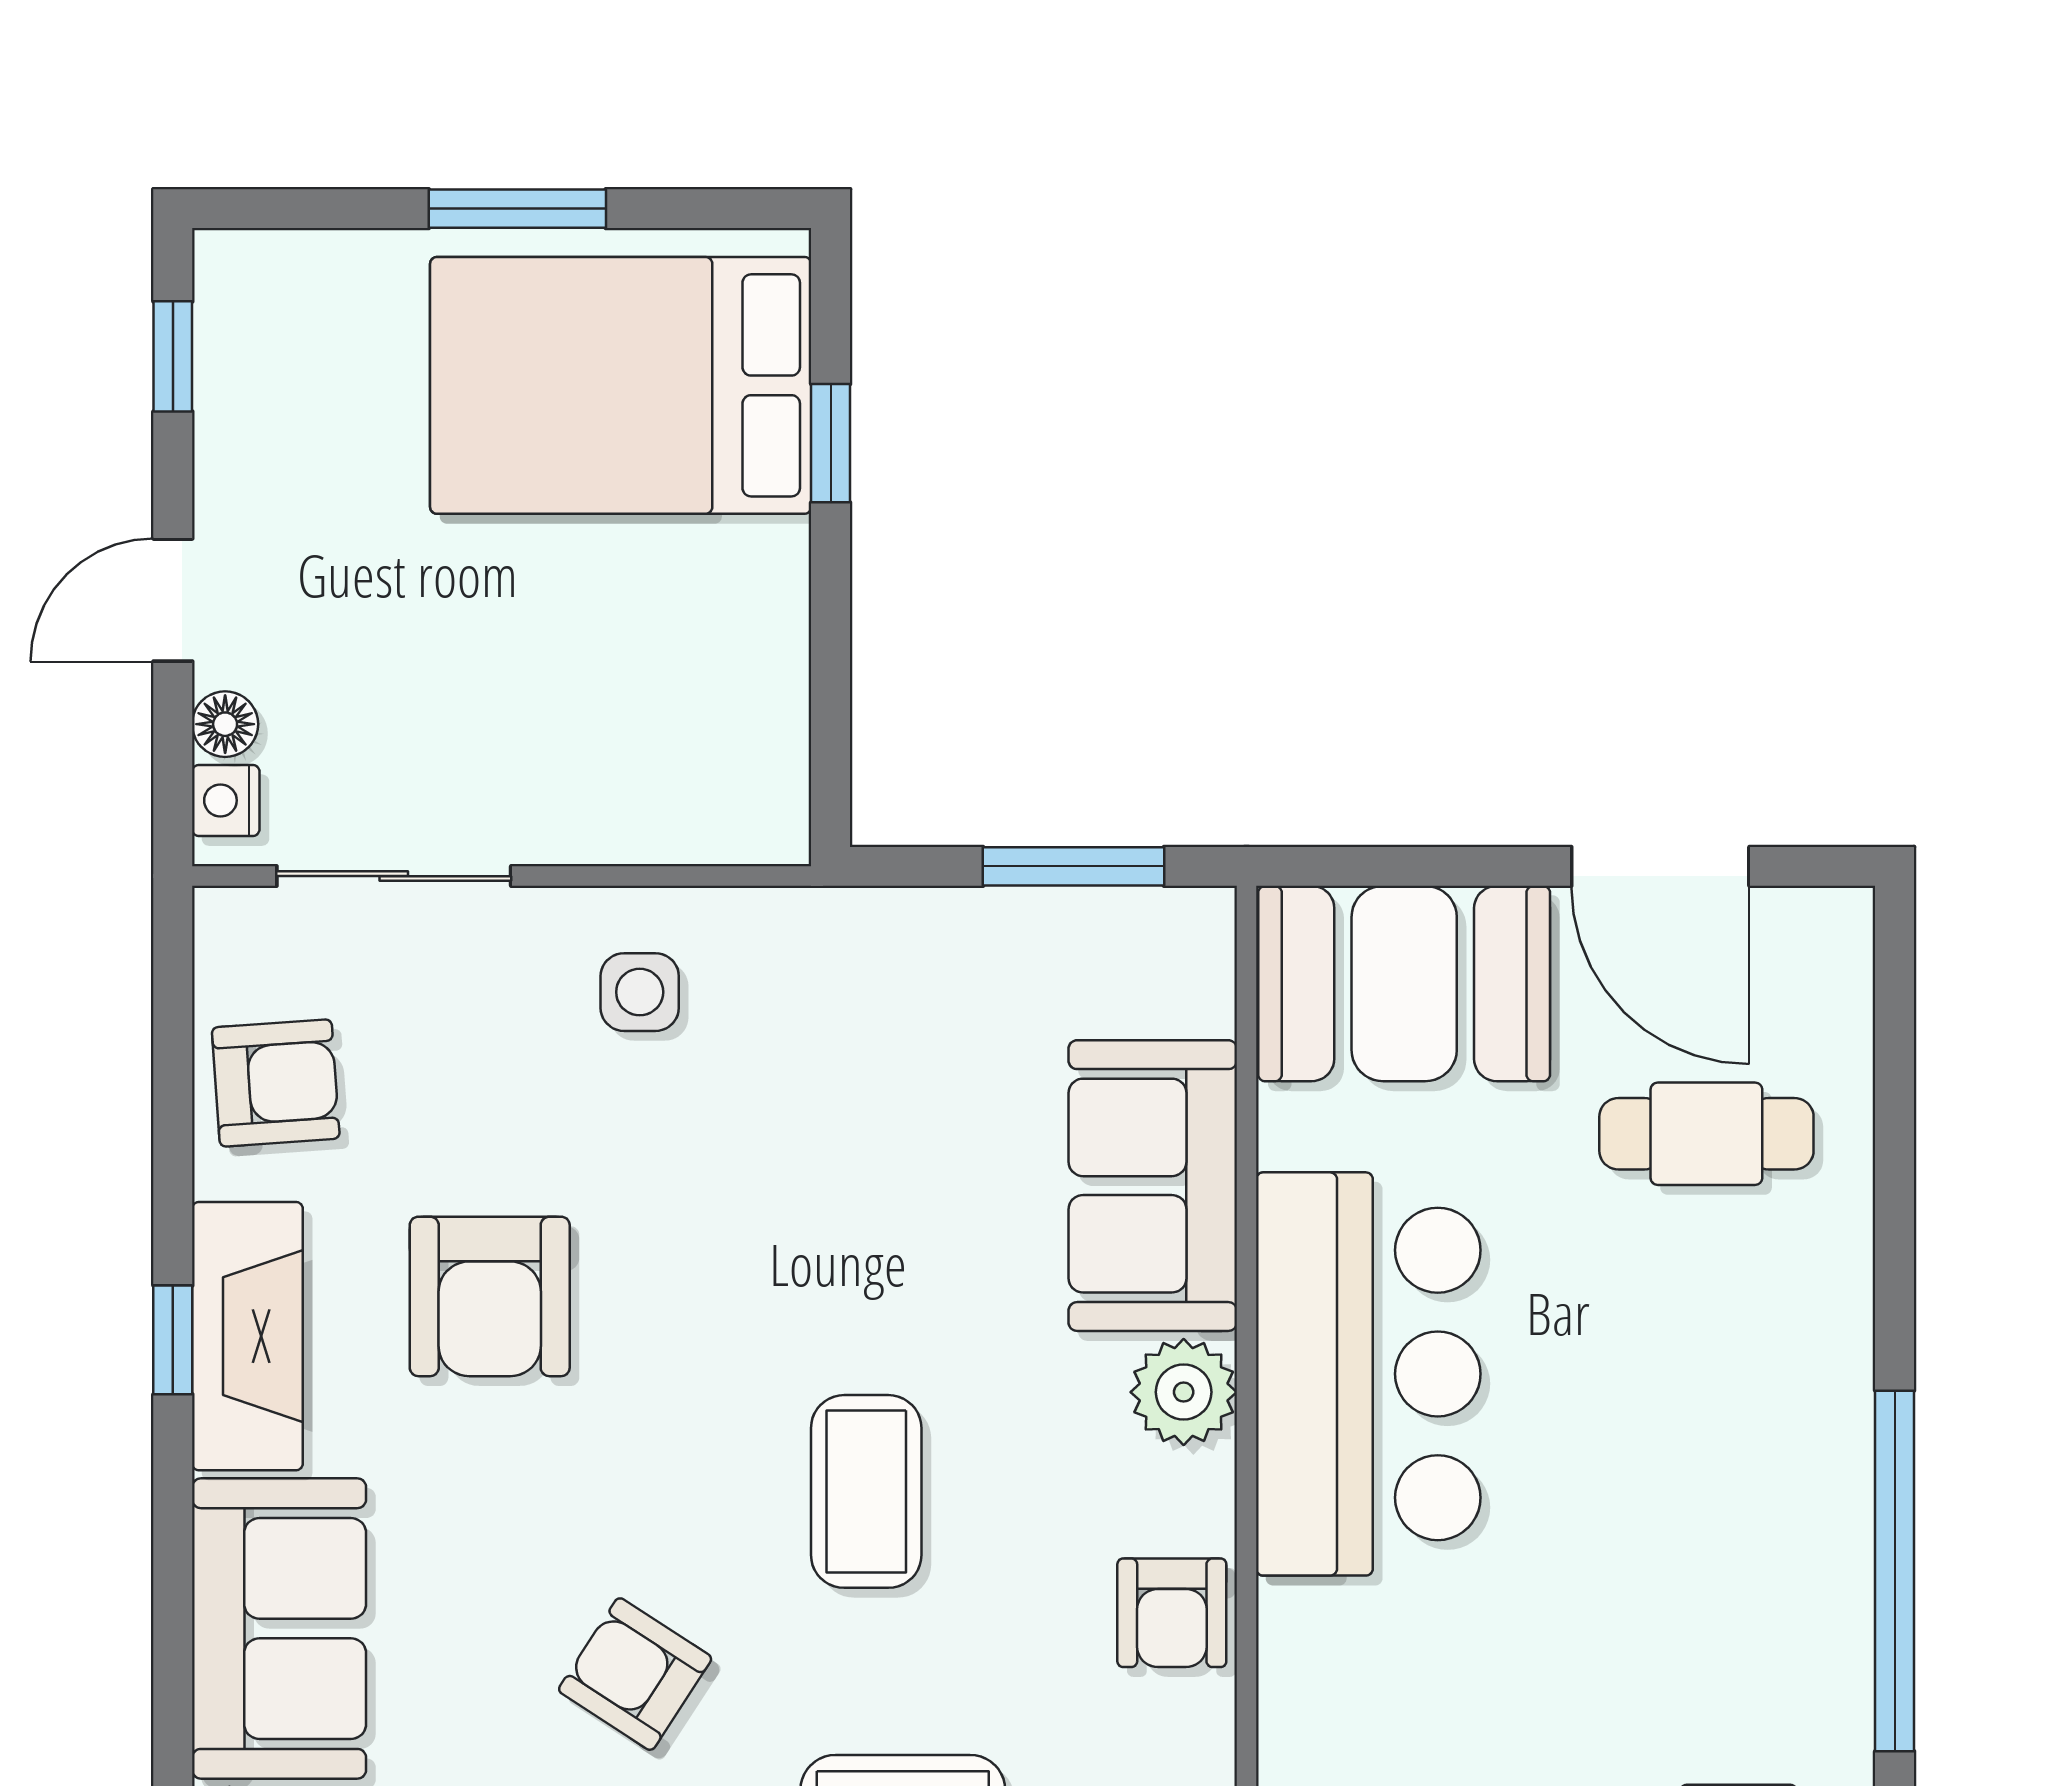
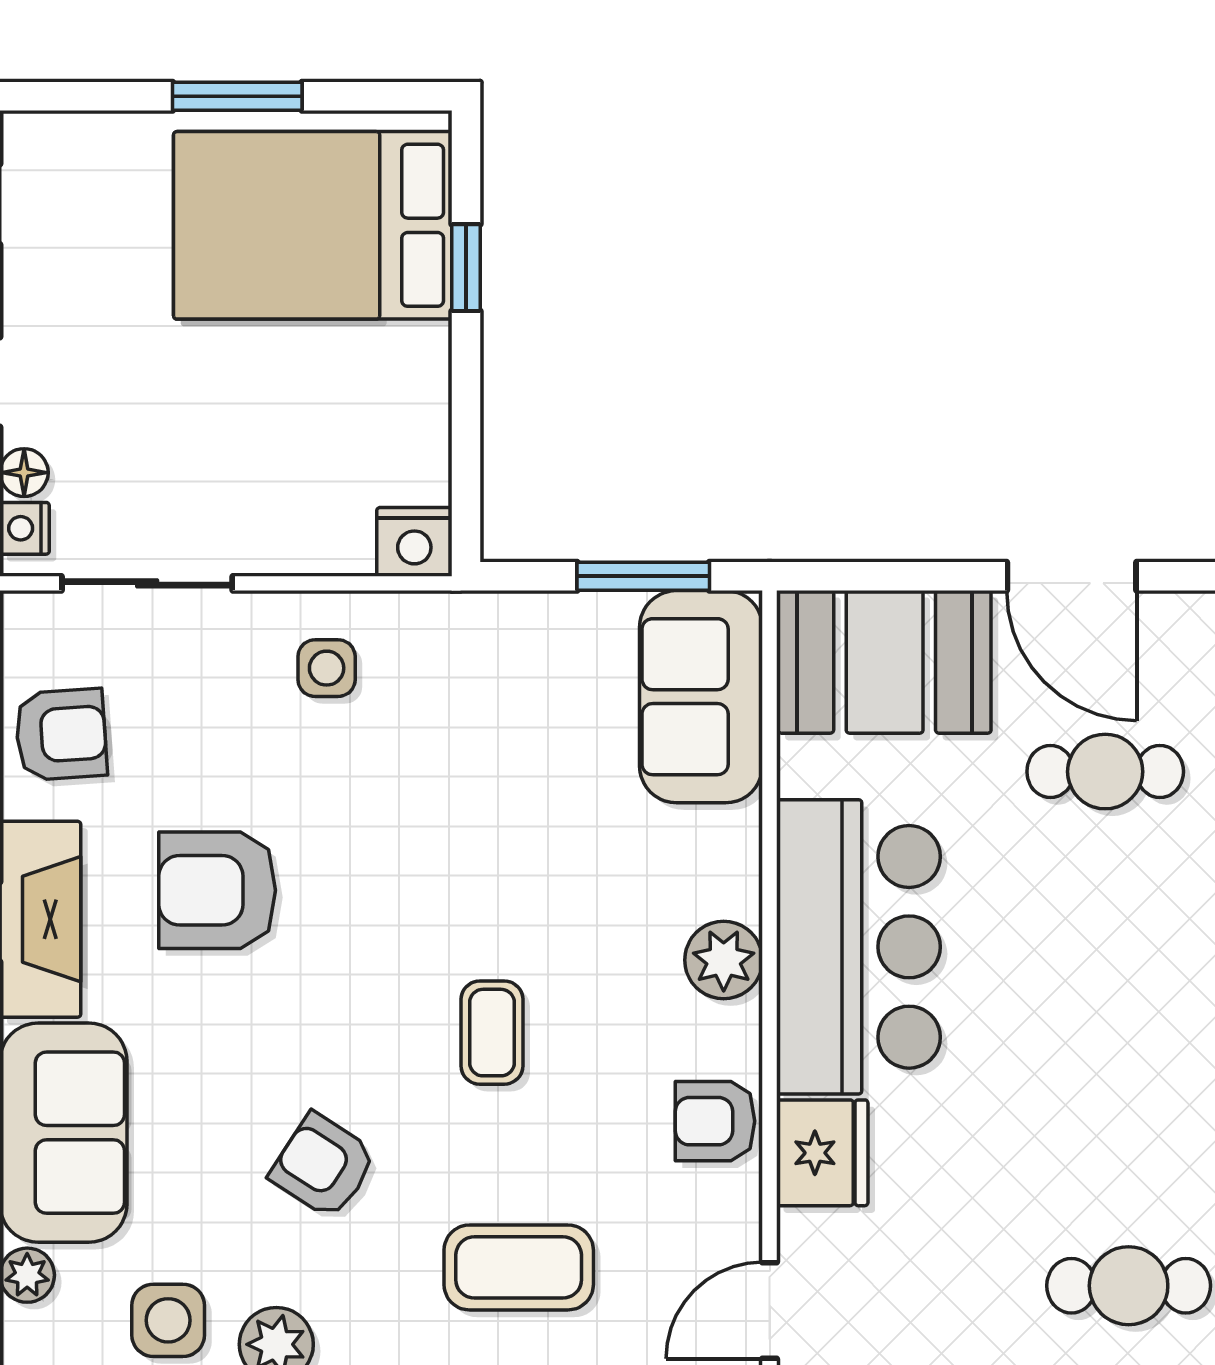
nightstand: (760, 819) -> (414, 542), added
sofa: (1153, 1186) -> (701, 697), moved
armchair: (490, 1296) -> (217, 890), turned 90
coffee table: (866, 1491) -> (492, 1033), width x0.73, depth x0.77
armchair: (1172, 1613) -> (715, 1121), turned 90
fridge: (1319, 1656) -> (822, 1153), added

